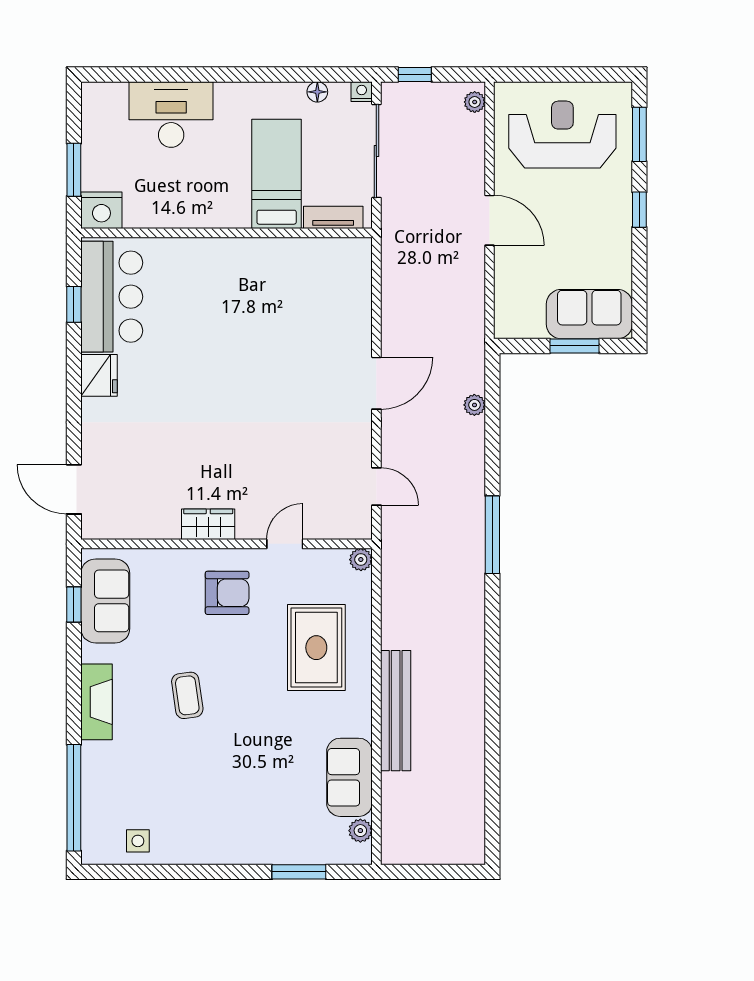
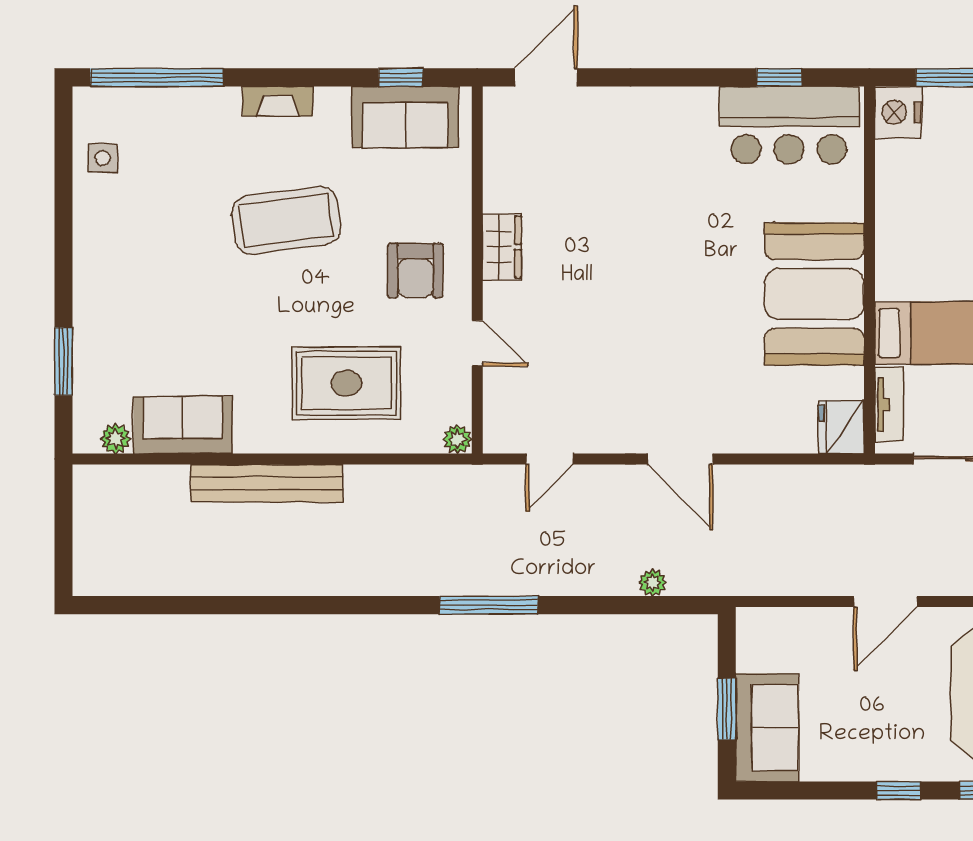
booth: (246, 277) -> (814, 294), added
fridge: (99, 375) -> (841, 427), moved, turned 90
coffee table: (187, 695) -> (286, 220), width x1.86, depth x1.72
fireplace: (97, 702) -> (278, 101), width x0.73, depth x0.76

